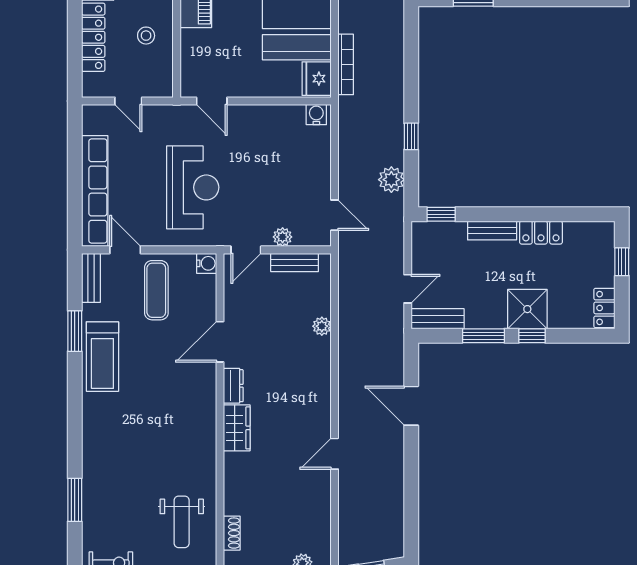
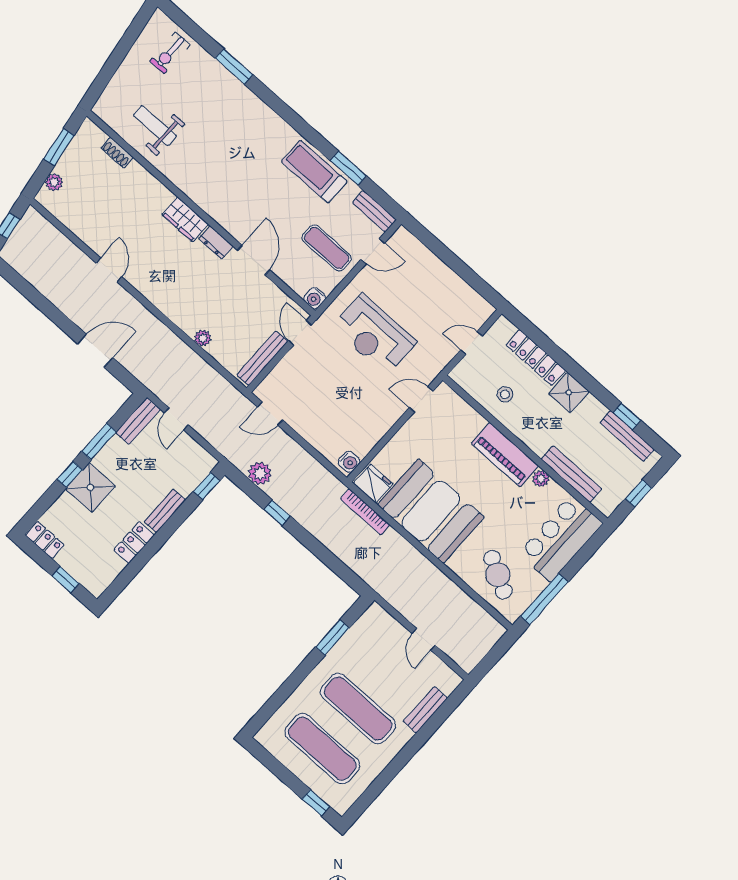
row of seats: (95, 191) -> (431, 266), removed
plant: (283, 237) -> (287, 365), removed
bench: (295, 262) -> (262, 358), width x1.36

